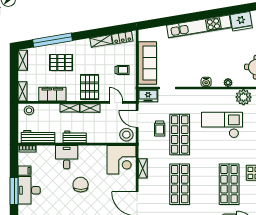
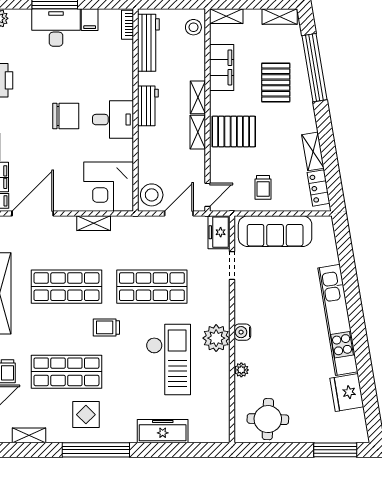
plant: (243, 97) -> (216, 338), moved
door: (116, 102) -> (207, 195), moved
trolley: (160, 128) -> (106, 327), moved
desk: (67, 157) -> (113, 120), moved

